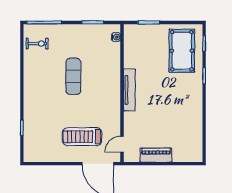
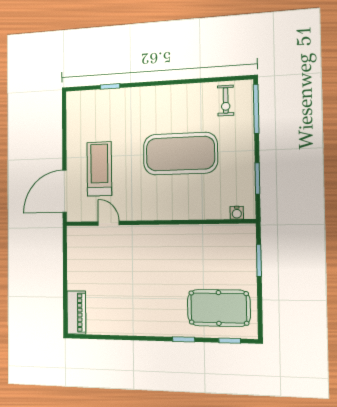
exercise mat: (73, 76) -> (180, 154), width x2.00, depth x1.45
tv unit: (129, 90) -> (162, 233), removed
door: (122, 144) -> (109, 223), moved
piano: (156, 155) -> (76, 313), moved

